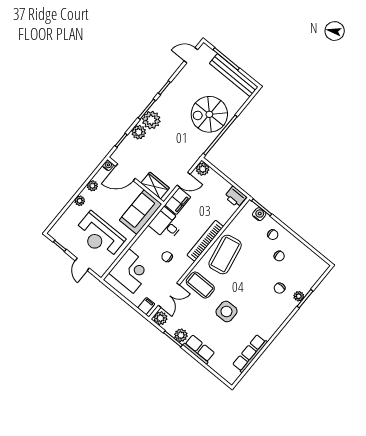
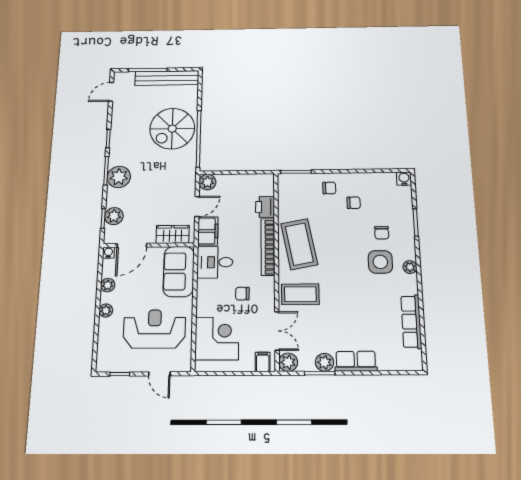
plant: (139, 132) -> (114, 216), moved
printer: (235, 197) -> (265, 207), moved, turned 90
water cooler: (259, 214) -> (404, 179), moved
reception desk: (99, 236) -> (154, 329), turned 180
plant: (299, 296) -> (410, 267), moved
side table: (226, 312) -> (380, 262), moved

